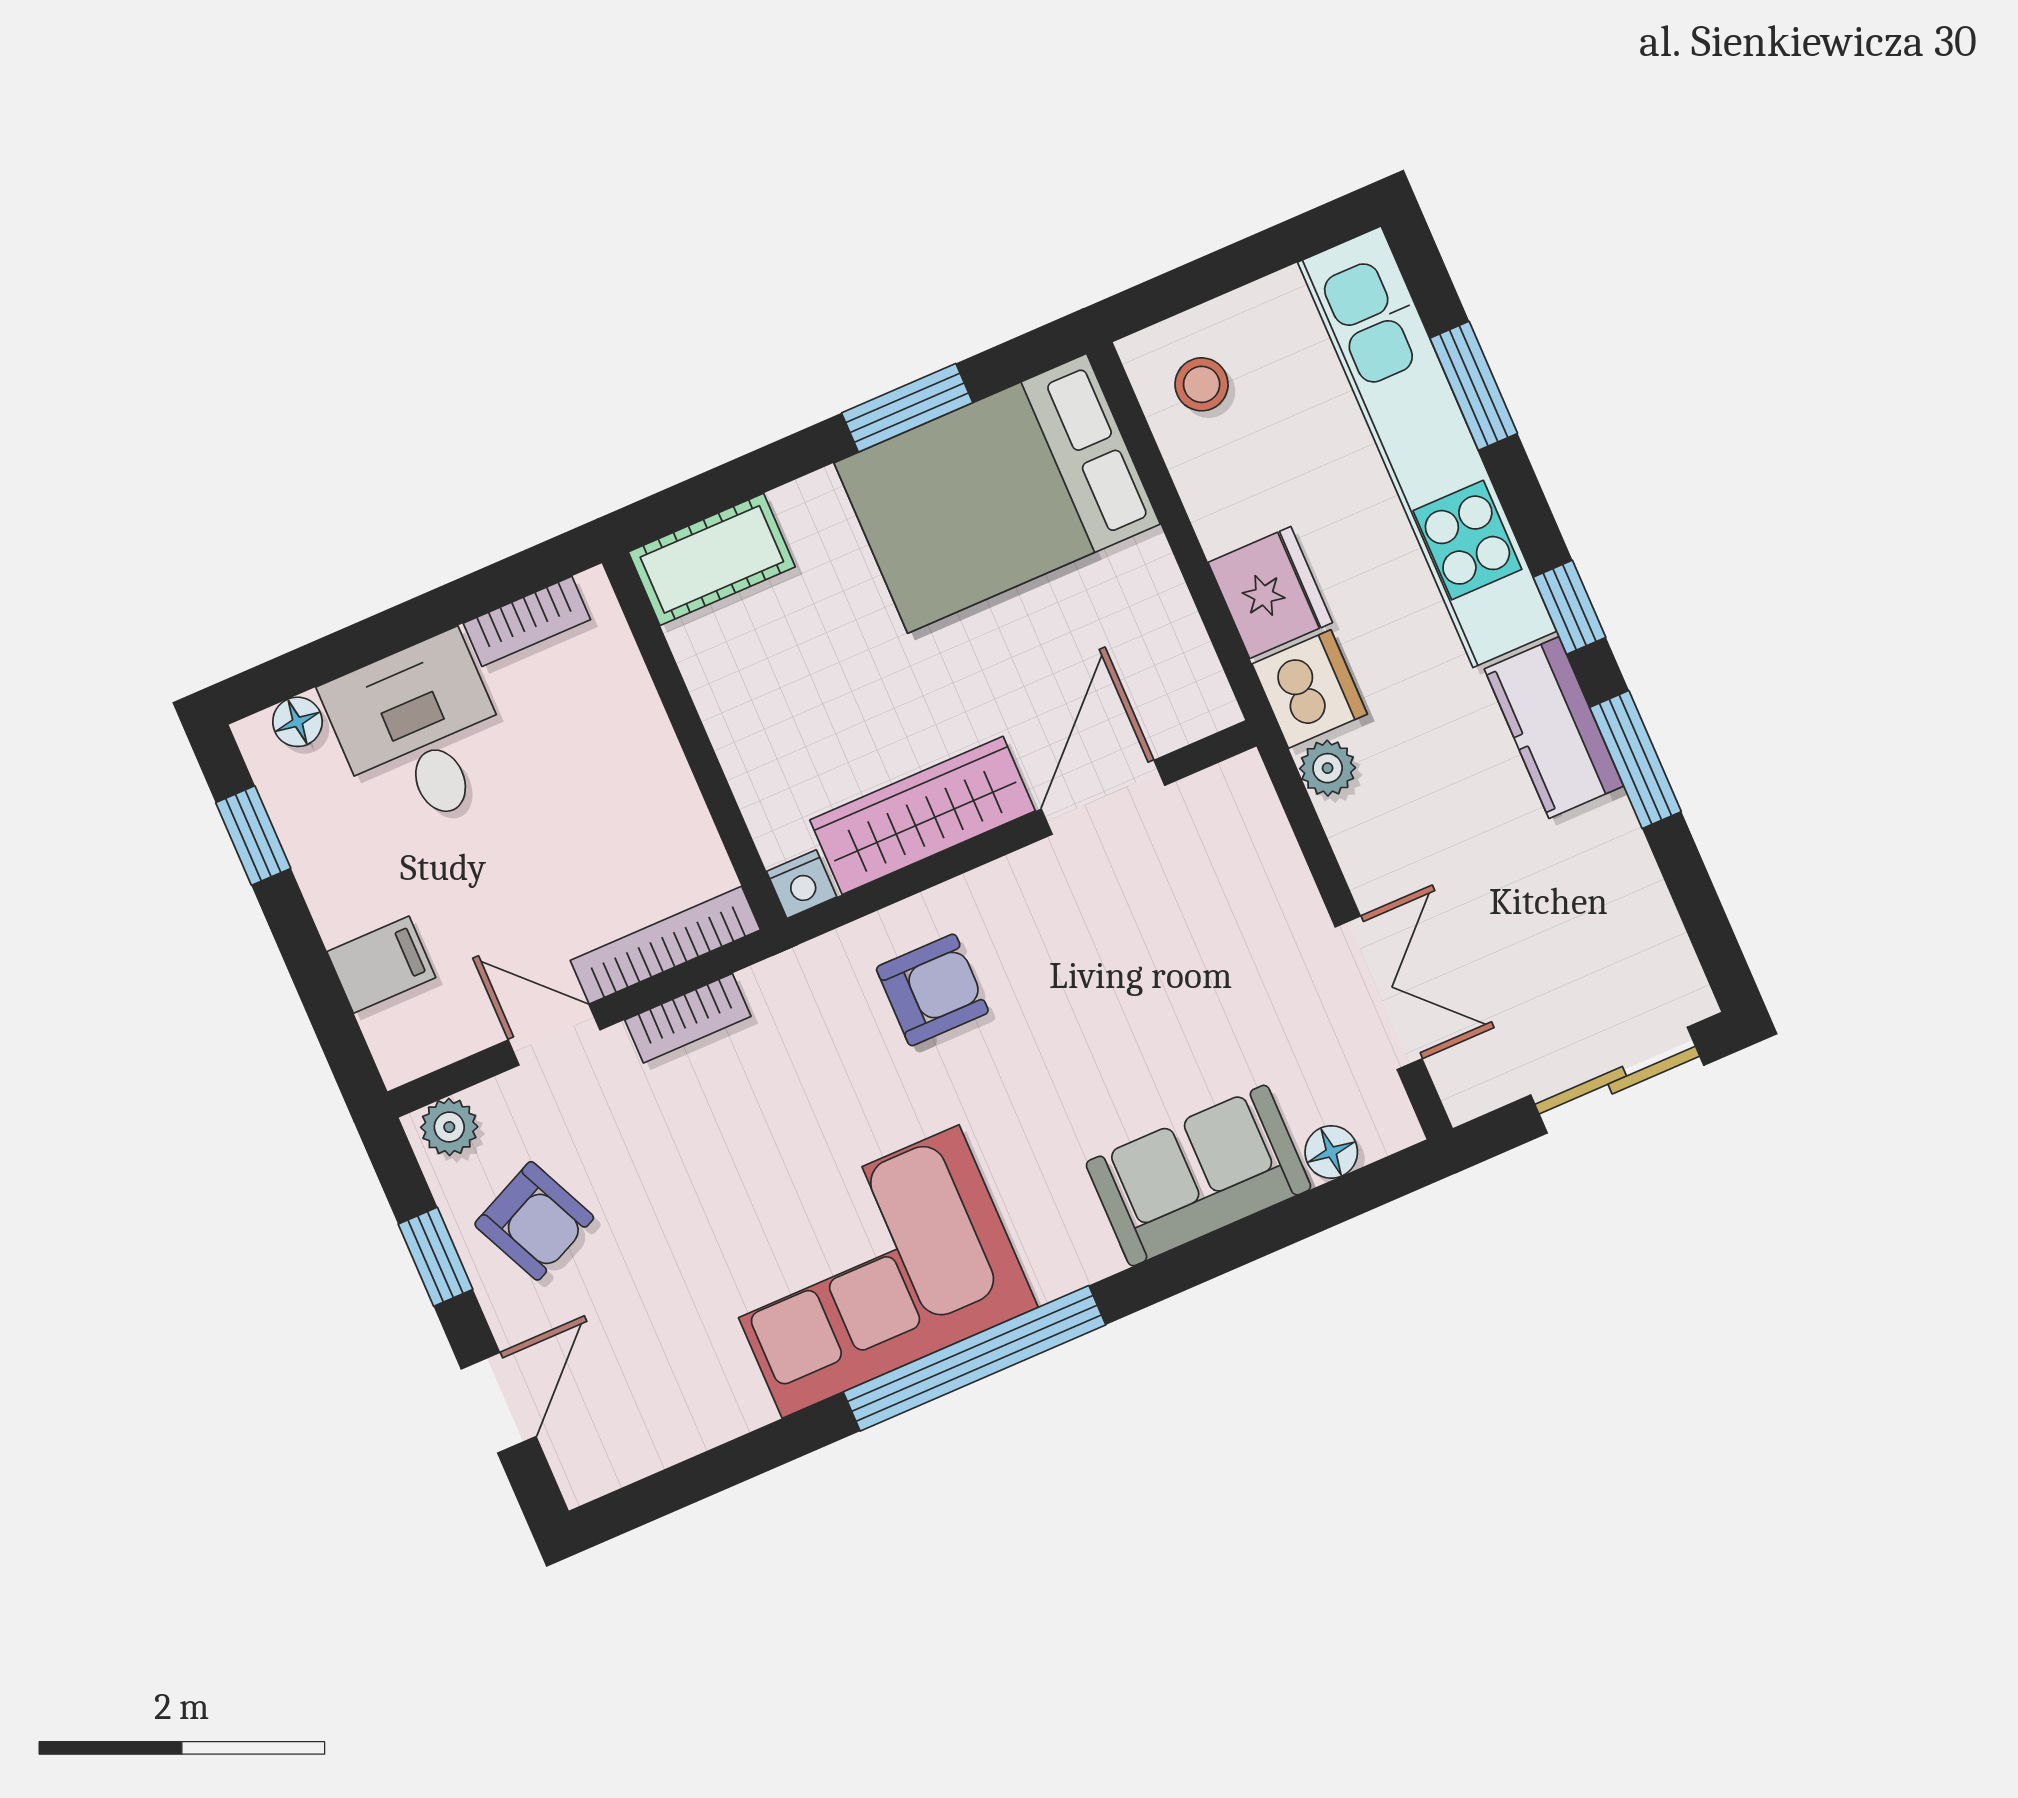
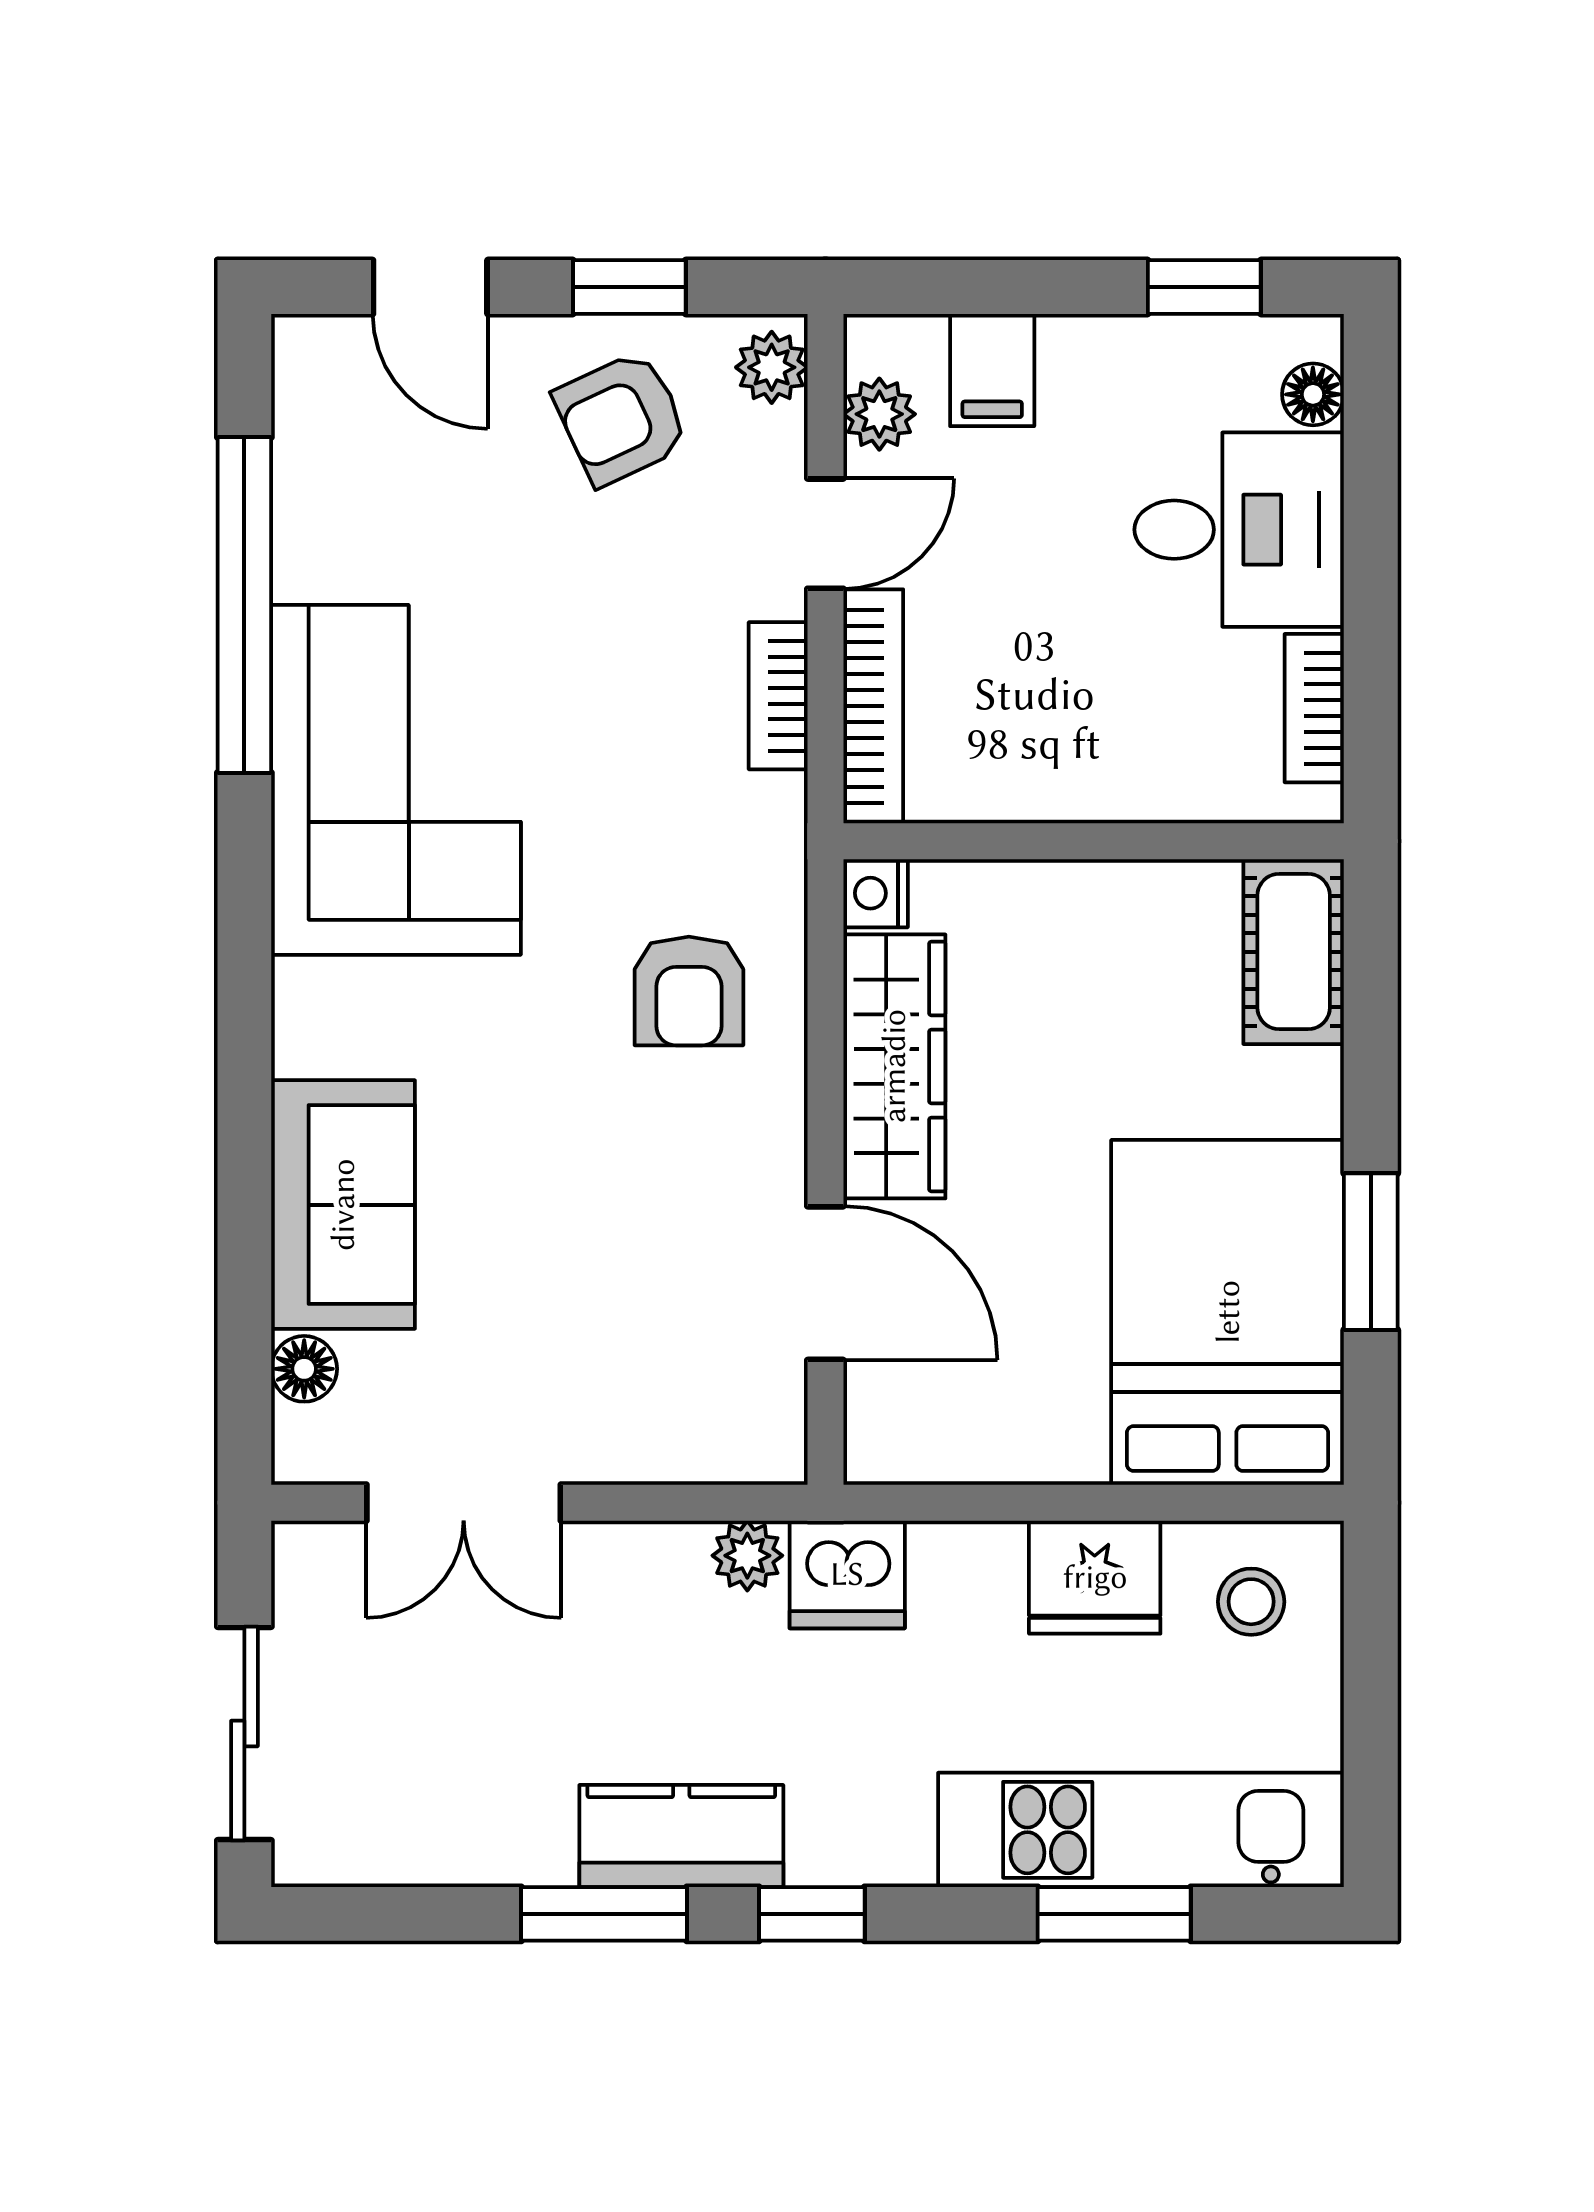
kitchen unit: (1427, 447) -> (1141, 1830), width x0.73
fridge: (1270, 593) -> (1095, 1577), moved
plant: (449, 1033) -> (879, 414), added
window: (975, 1358) -> (244, 605), moved

